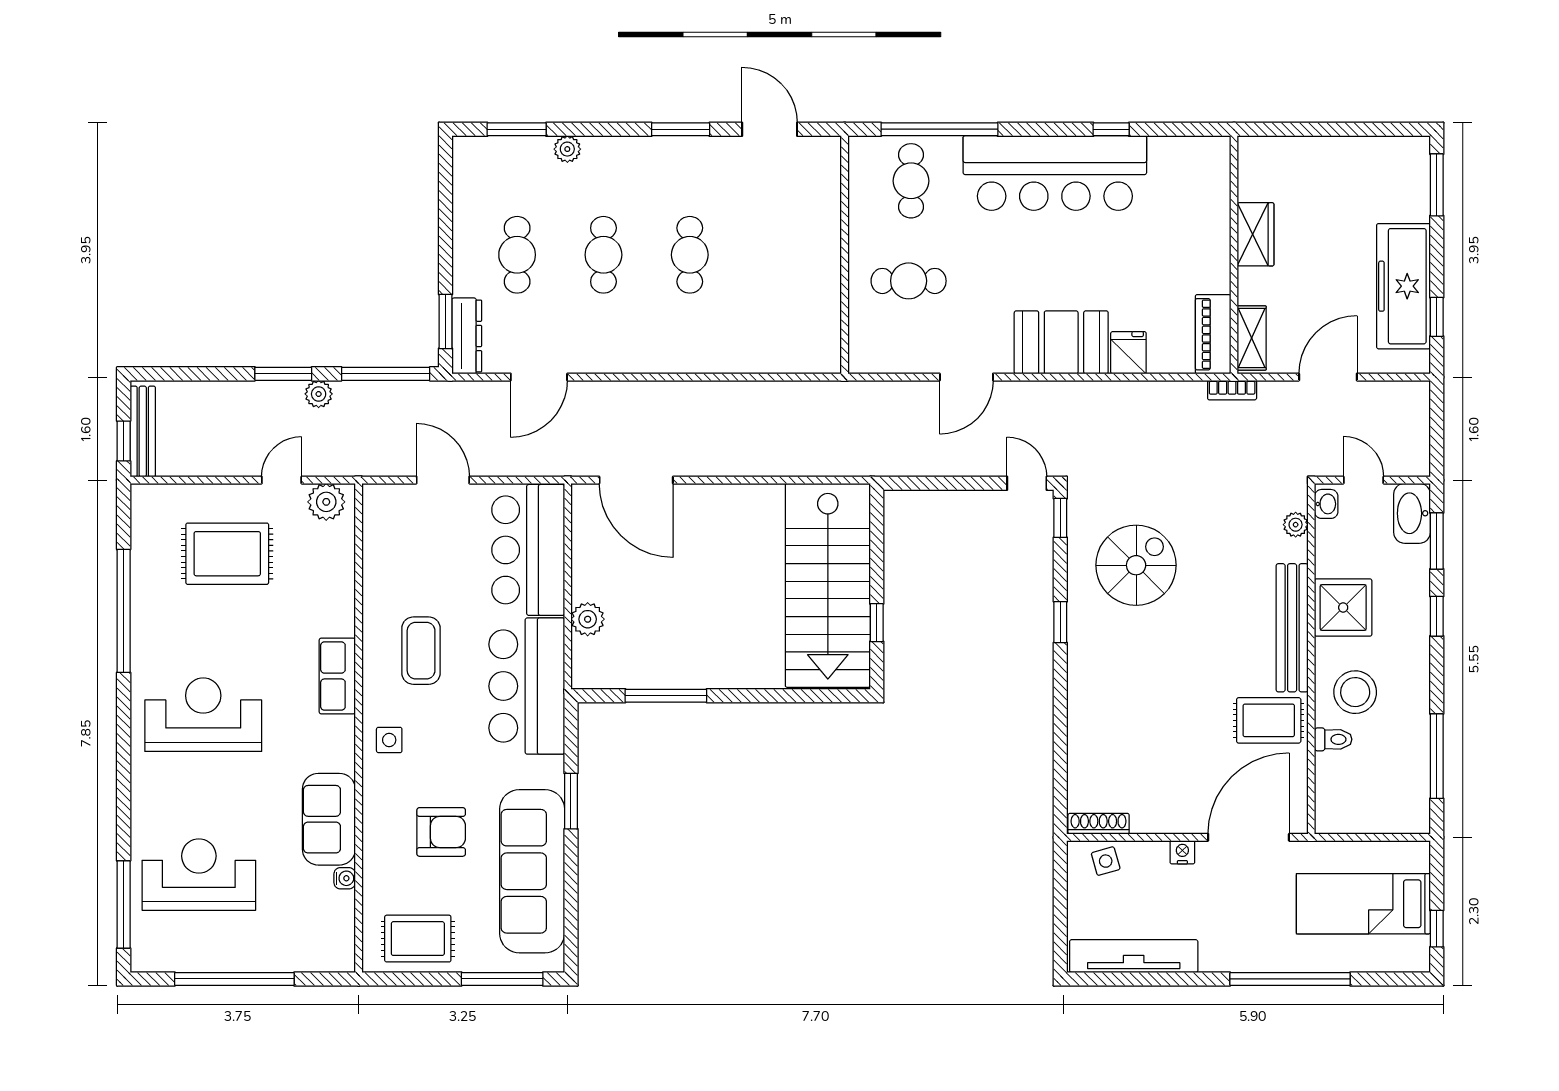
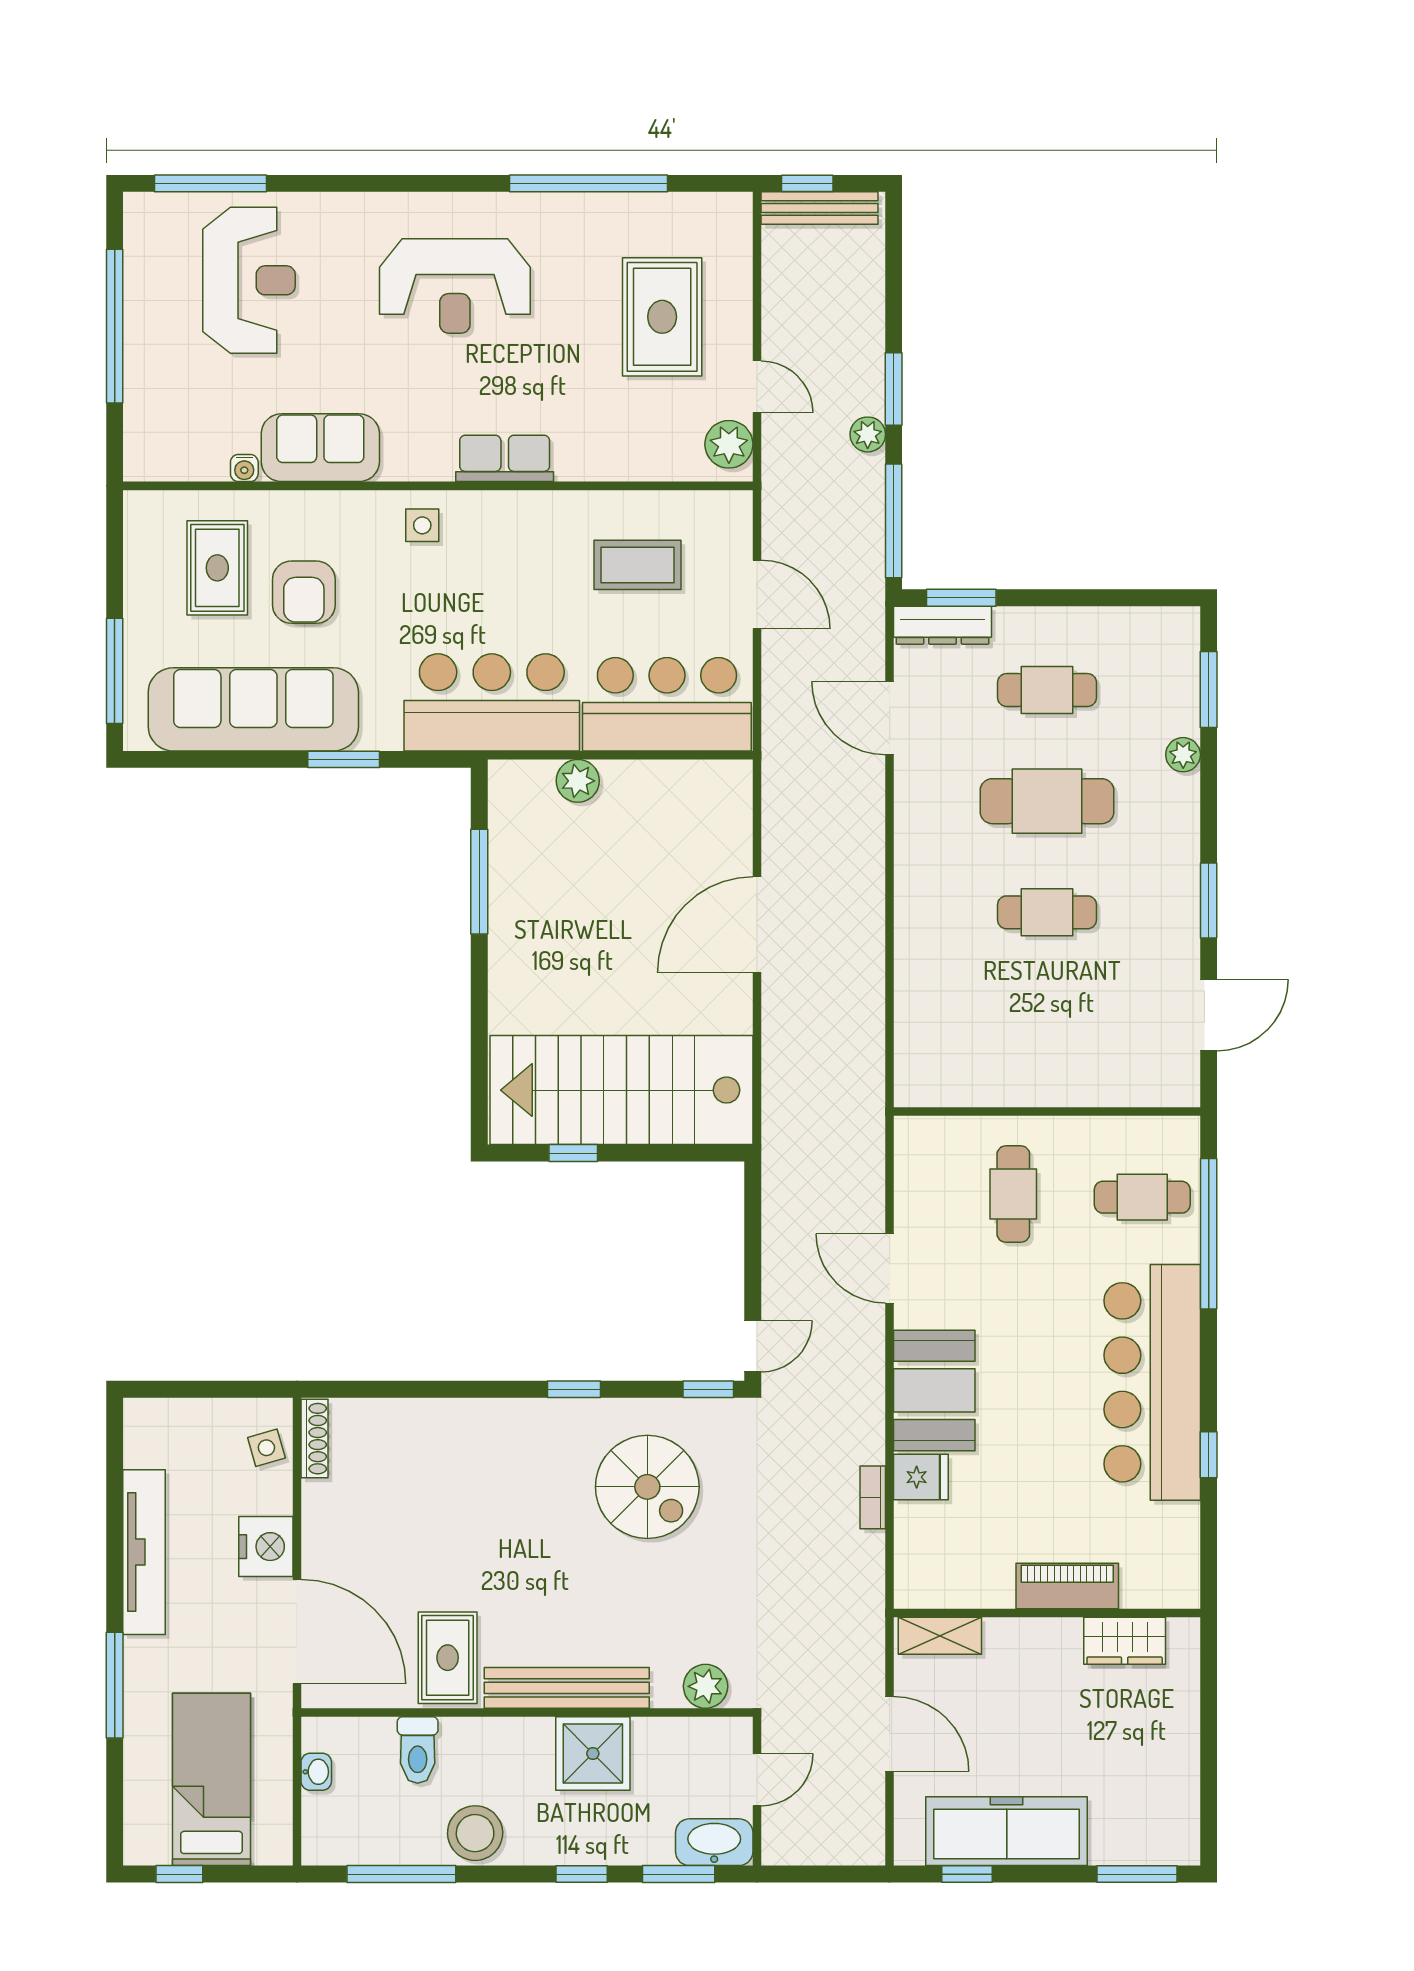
wardrobe: (1256, 234) -> (1125, 1641), moved
cafe table: (603, 255) -> (1047, 801), width x1.37, depth x1.35
piano: (1213, 334) -> (1067, 1586), moved
bookcase: (1232, 390) -> (873, 1497), moved
door: (443, 480) -> (757, 594), hinge flipped
door: (636, 480) -> (757, 925), moved
washbasin: (1326, 504) -> (316, 1772), moved, turned -90
plant: (1296, 525) -> (706, 1686), width x1.38, depth x1.38
coffee table: (421, 651) -> (638, 565), moved
stool: (1355, 692) -> (475, 1833), moved
reception desk: (203, 715) -> (455, 286), turned 90
toilet: (1333, 739) -> (418, 1750), width x1.37, depth x1.39
nightstand: (1182, 852) -> (266, 1547), width x1.89, depth x1.79
rug: (418, 939) -> (217, 568), moved
tv unit: (1134, 956) -> (144, 1552), moved
window: (1290, 979) -> (115, 1685), width x0.68

